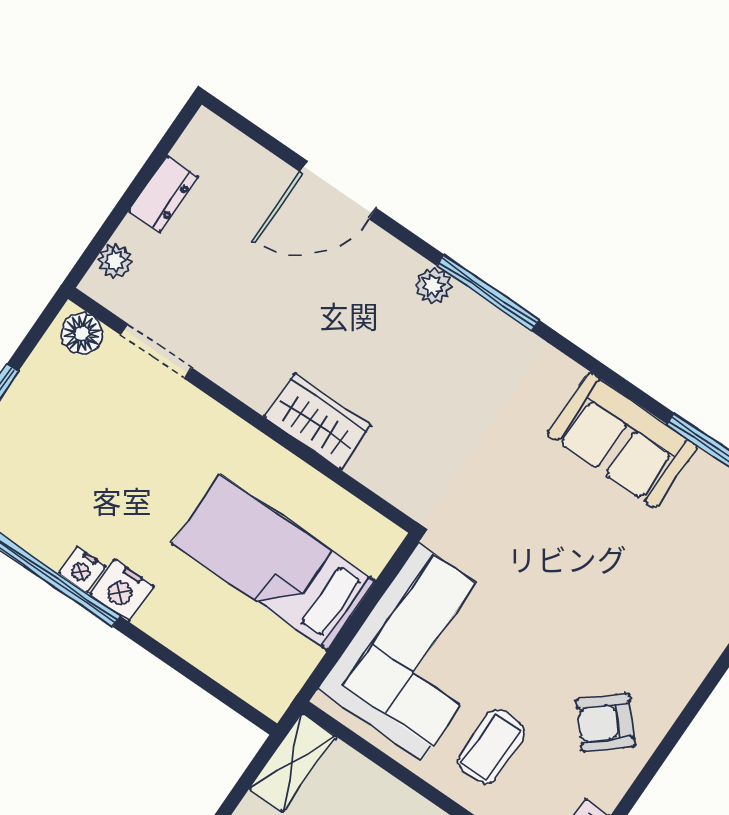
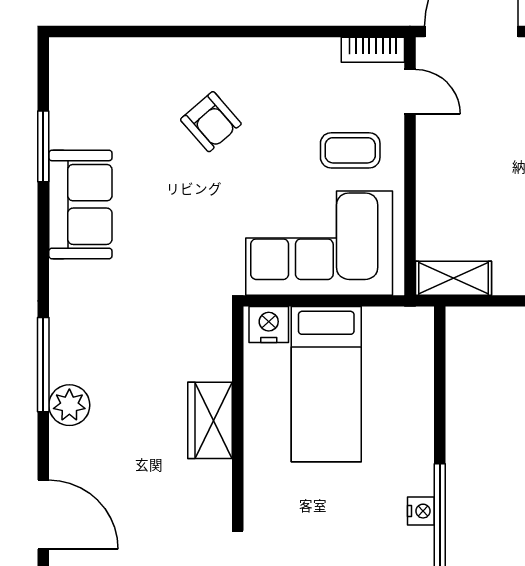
plant: (433, 286) -> (69, 405), width x1.38, depth x1.38
nightstand: (122, 590) -> (269, 325), moved, turned -90
armchair: (605, 723) -> (211, 122), moved

